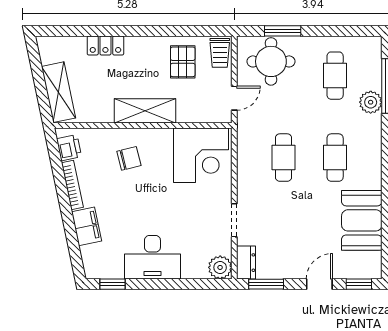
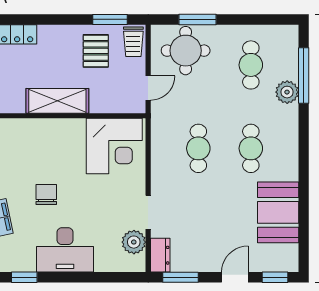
window: (197, 31) -> (110, 19), added
chair: (129, 158) -> (46, 194), moved, turned -76
plant: (220, 267) -> (134, 242), moved

